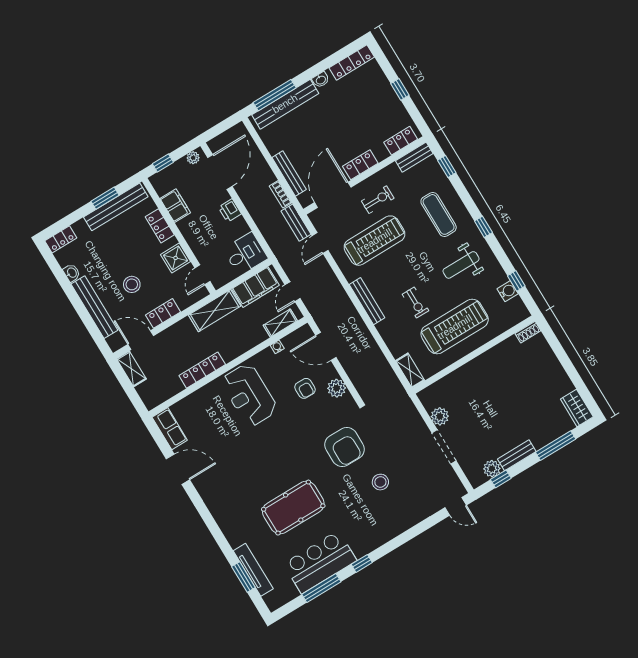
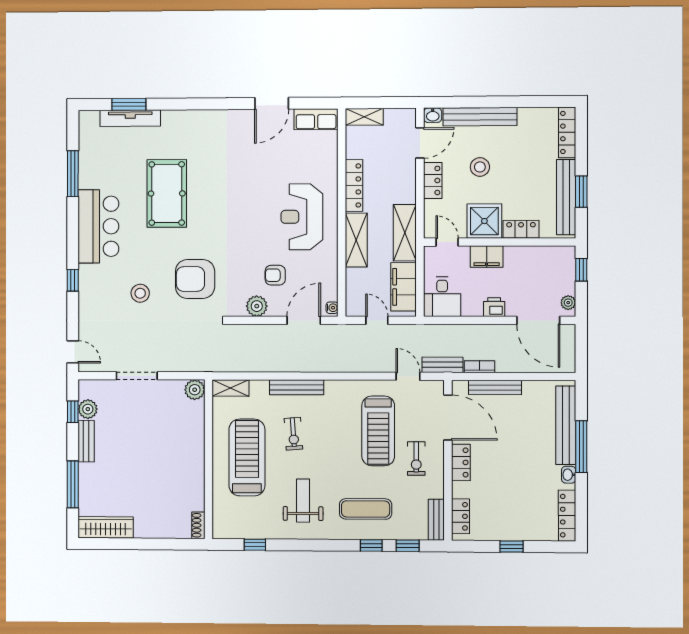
window: (275, 95) -> (581, 447), moved
filing cabinet: (175, 206) -> (487, 257), moved
window: (483, 227) -> (371, 545), moved
locker: (61, 239) -> (567, 132), width x1.53
shower: (176, 258) -> (484, 221), width x1.36, depth x1.36
washbasin: (72, 273) -> (433, 115), moved
water cooler: (508, 291) -> (250, 530), removed
bench: (367, 301) -> (297, 387), moved
exercise bike: (415, 303) -> (293, 434), turned -94
shelving: (280, 323) -> (356, 240), moved, width x1.50, depth x1.33
treadmill: (455, 327) -> (247, 457), turned 180
water cooler: (277, 347) -> (332, 308), moved
shelving: (131, 369) -> (364, 117), moved
reception desk: (249, 395) -> (302, 217), turned -90
wardrobe: (577, 408) -> (106, 527), width x1.50
plant: (440, 416) -> (195, 390), moved
door: (456, 506) -> (73, 352), swing flipped
bar counter: (320, 562) -> (98, 226), moved
window: (362, 563) -> (73, 280), moved

